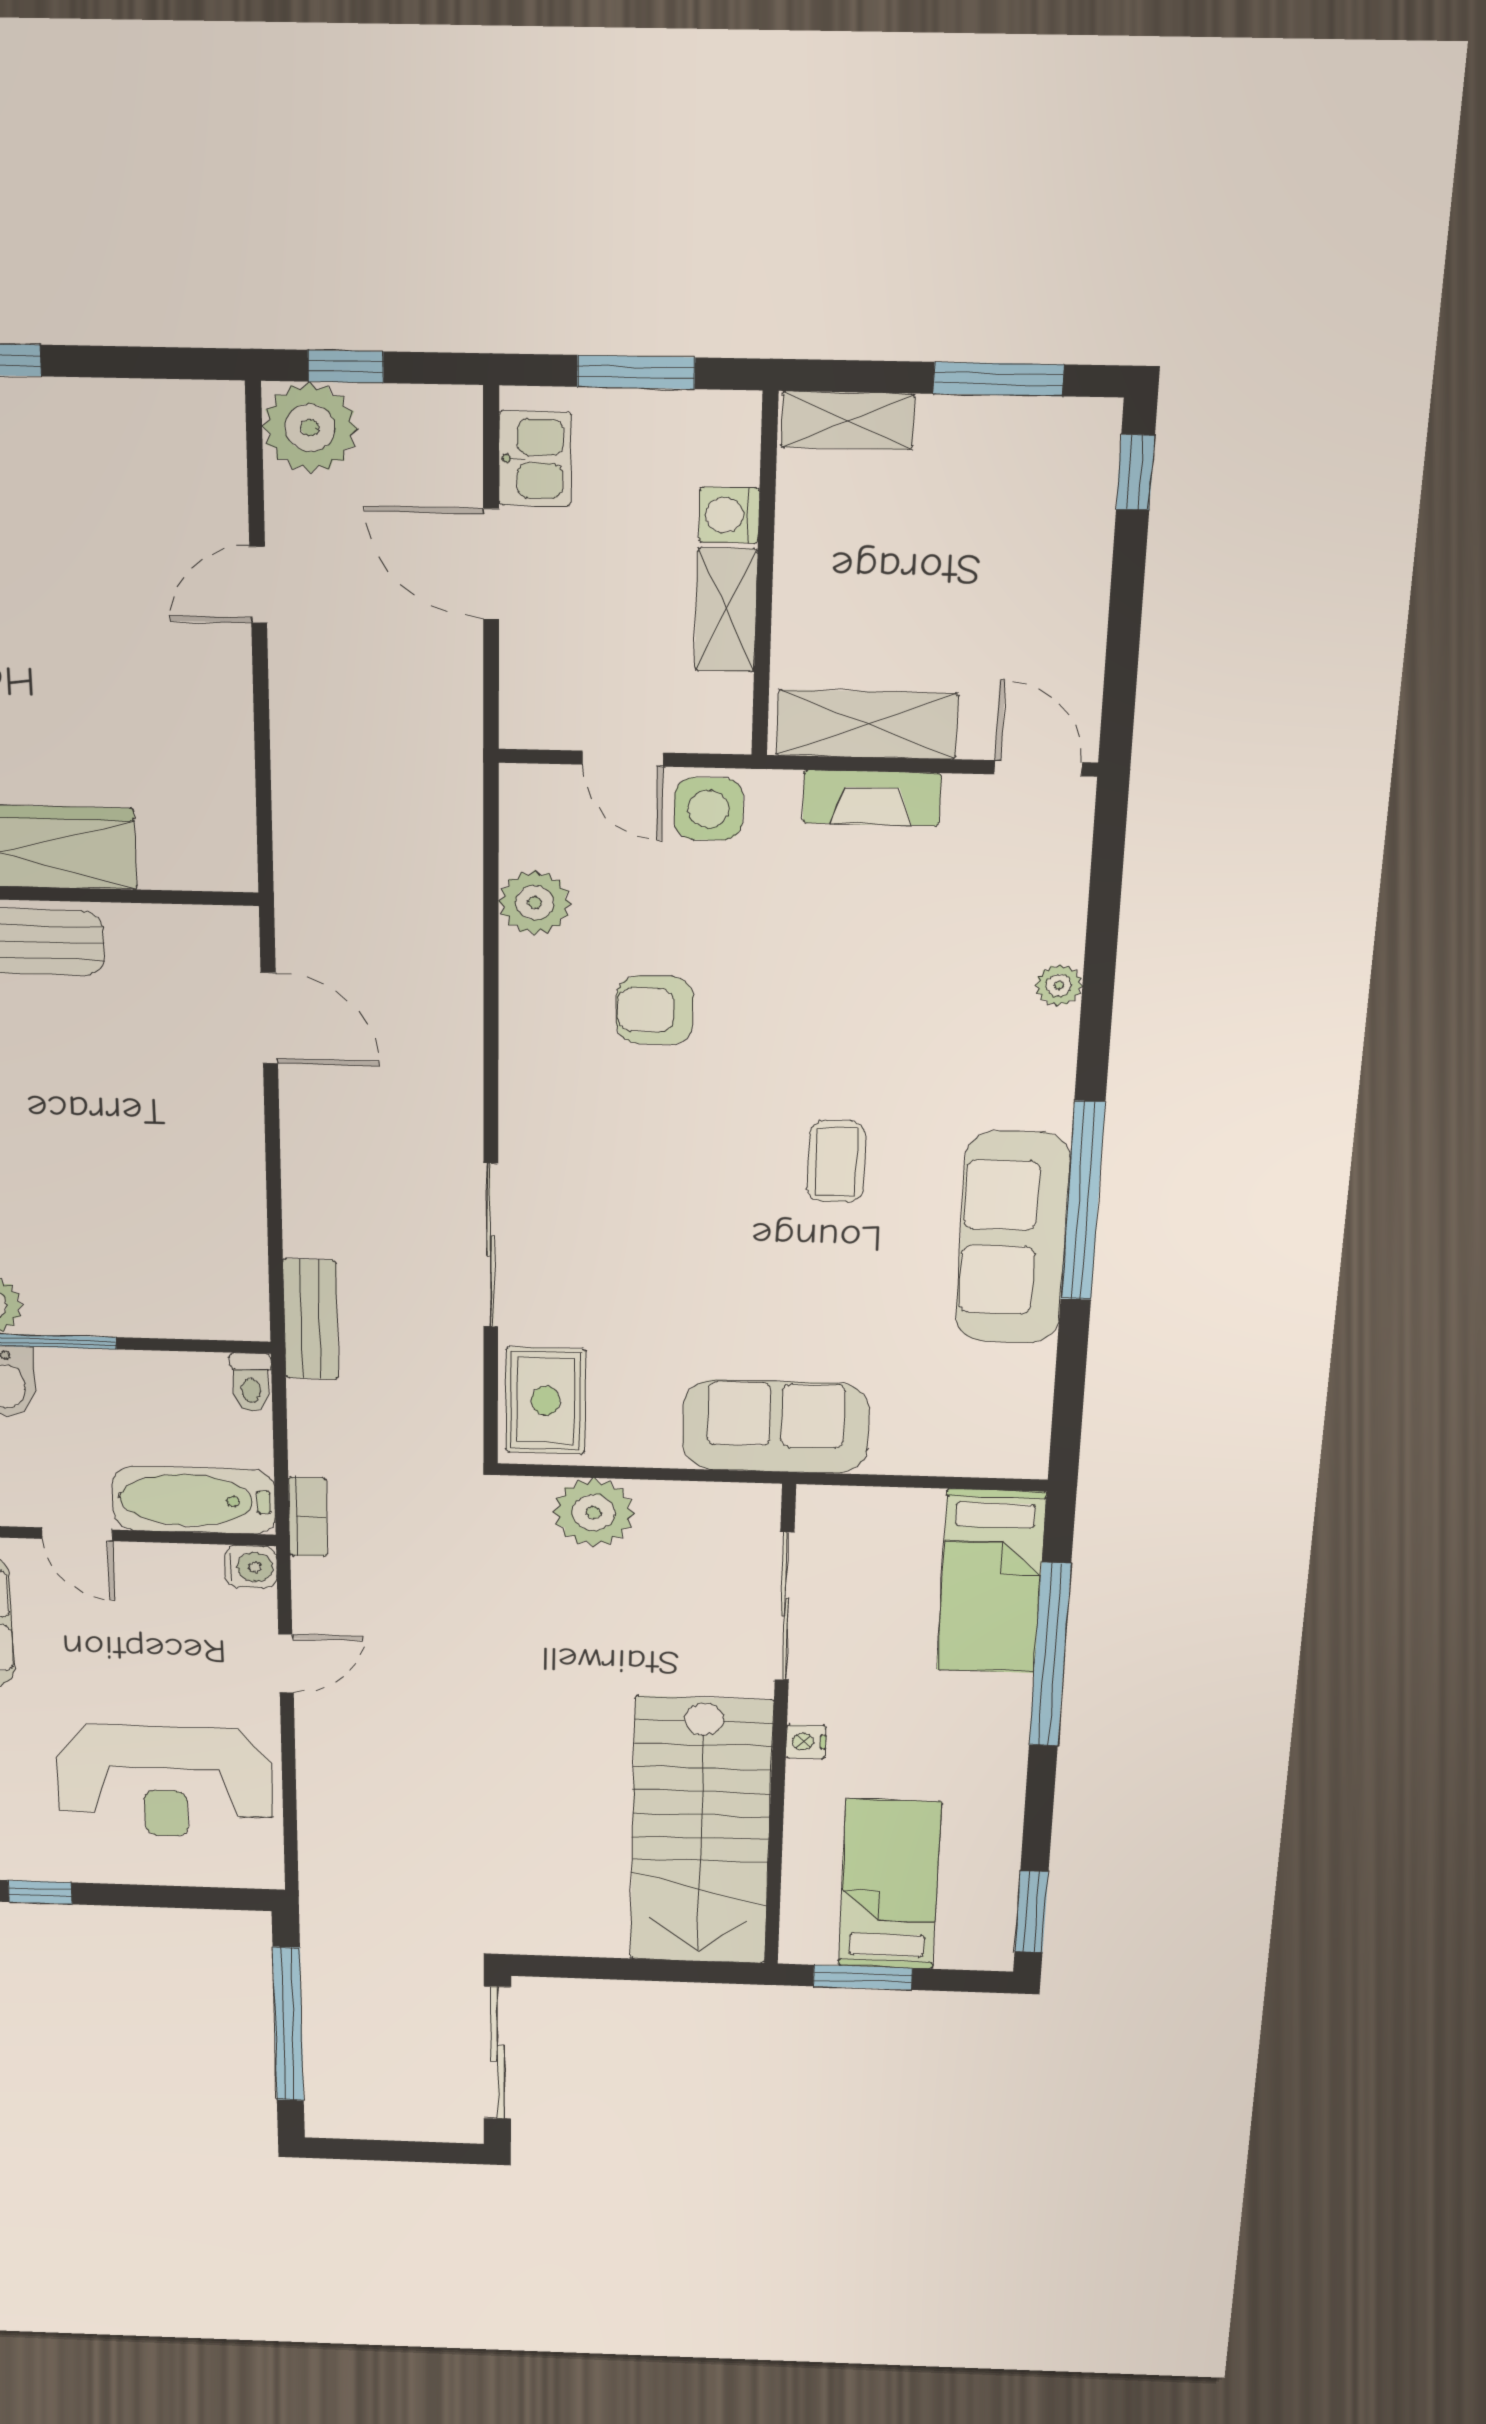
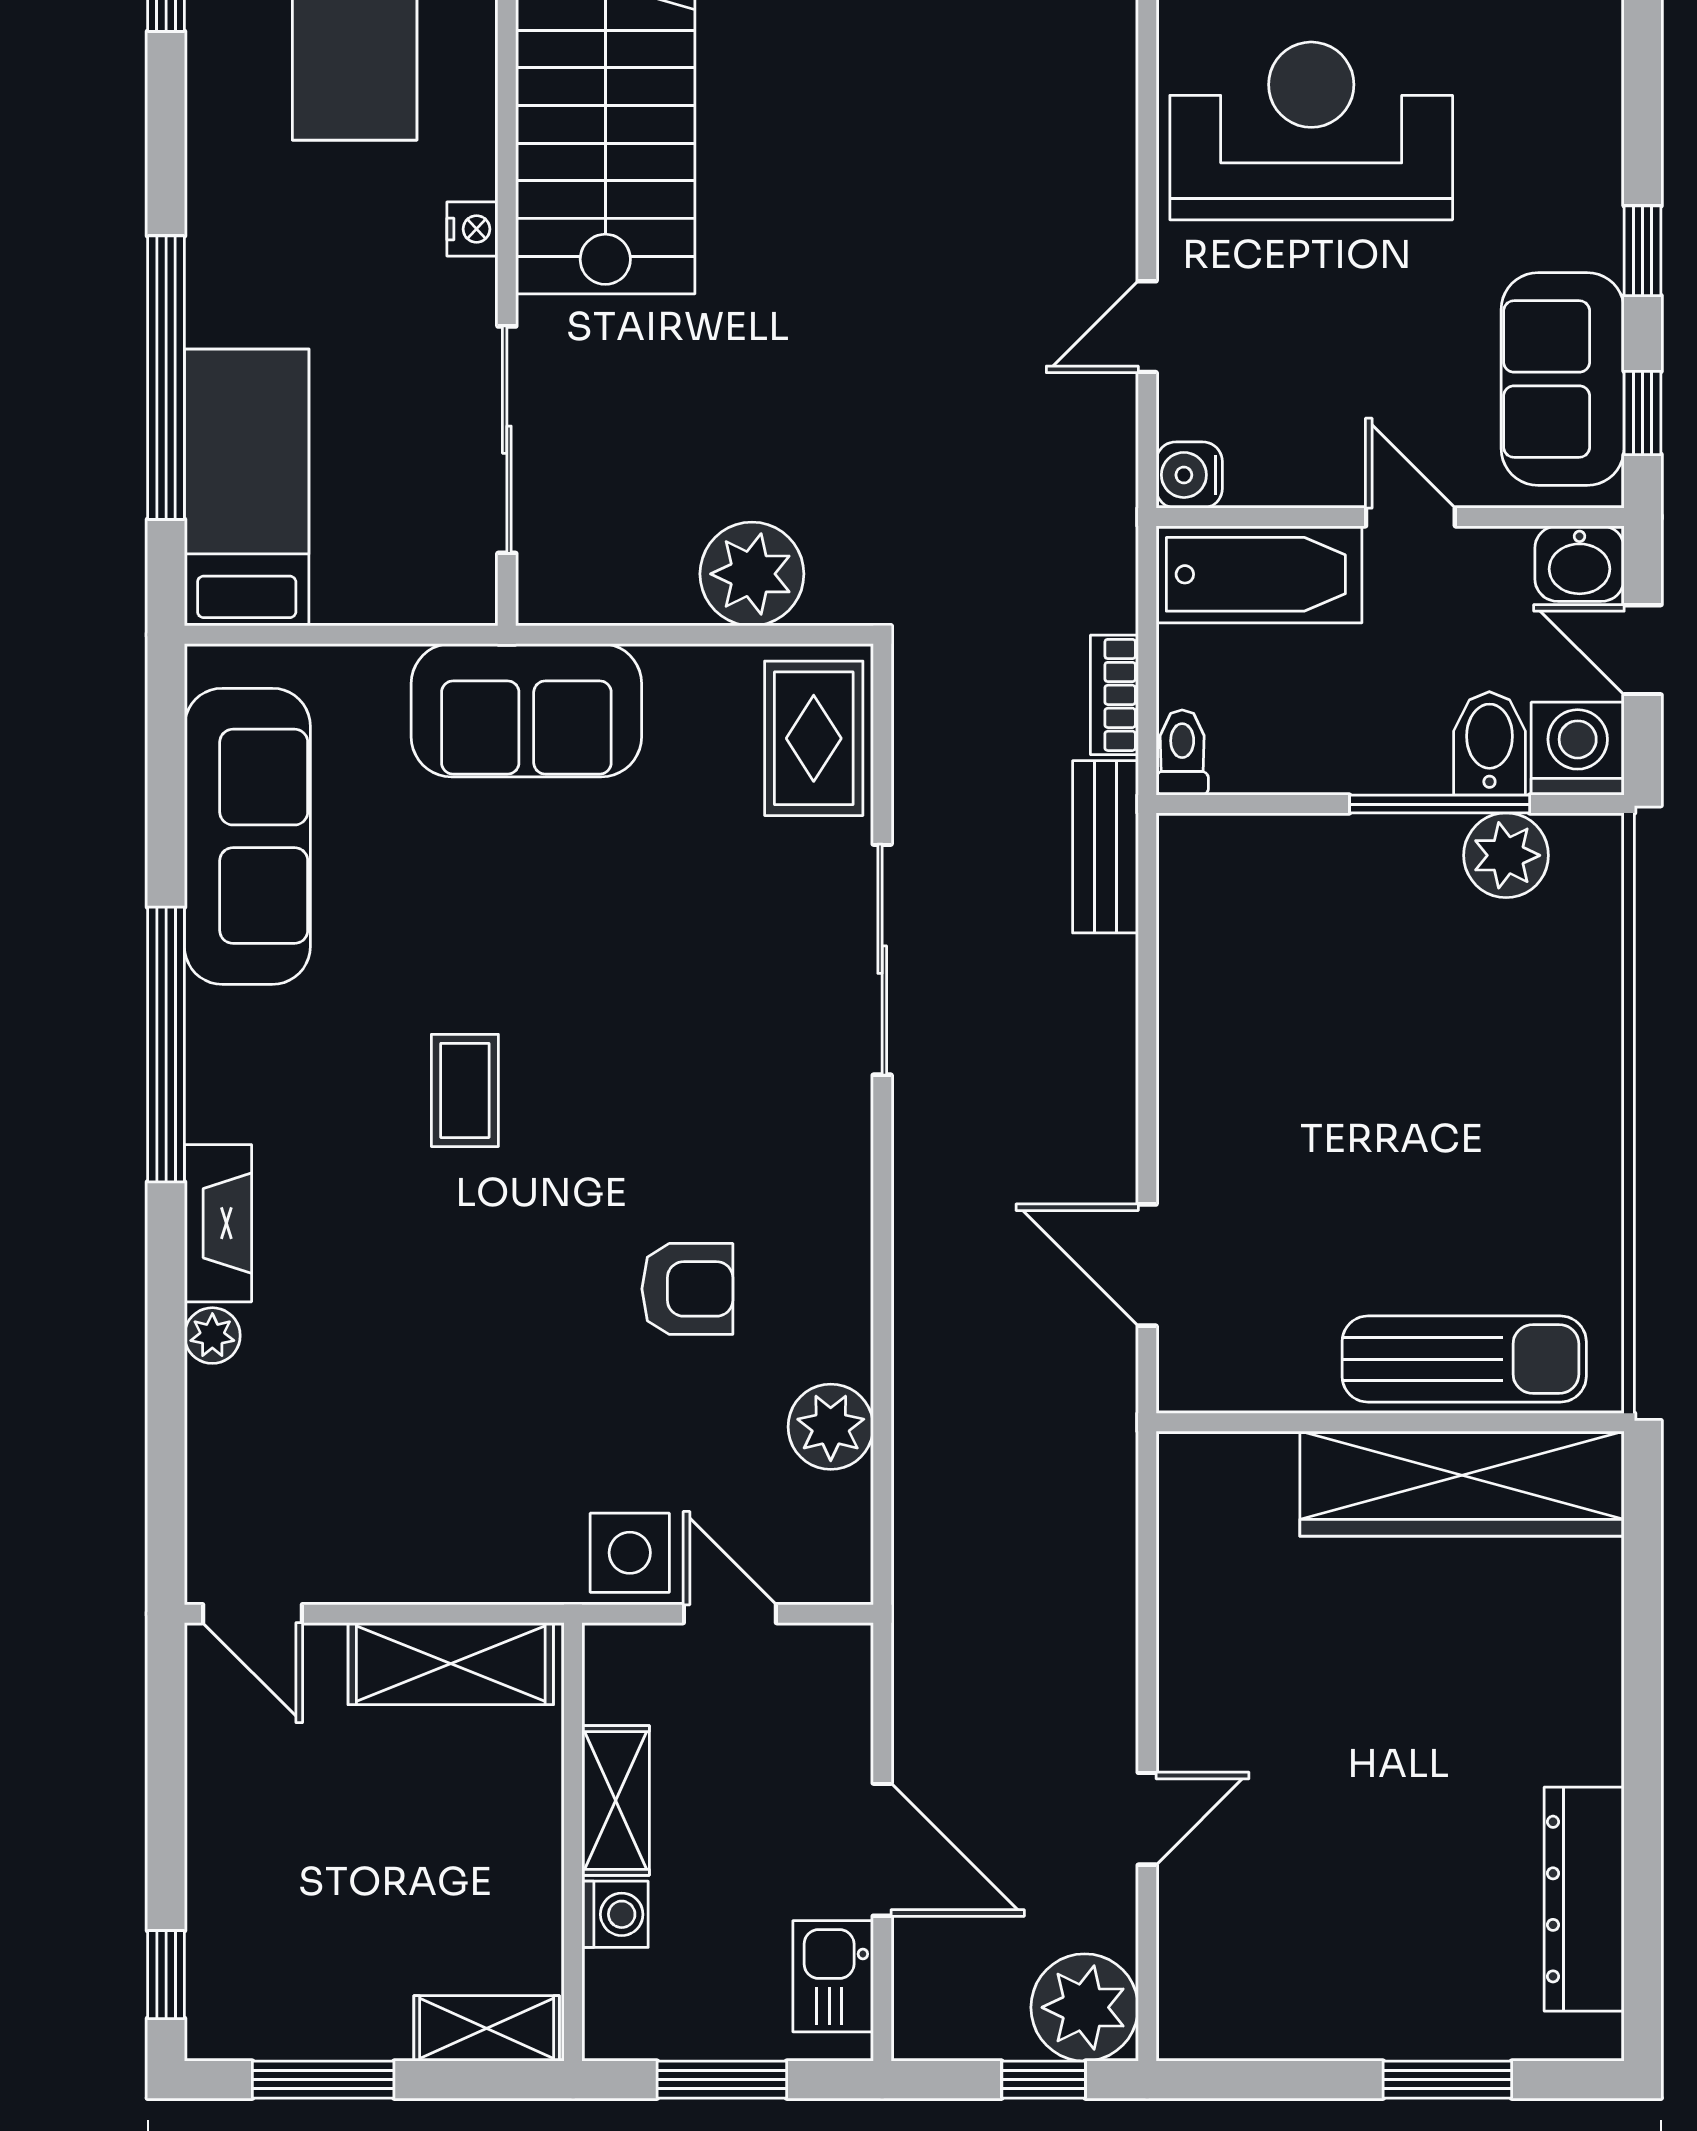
fireplace: (872, 798) -> (218, 1223), moved, turned 90
sofa: (1013, 1238) -> (247, 836), moved
bookcase: (308, 1517) -> (1114, 695), moved

